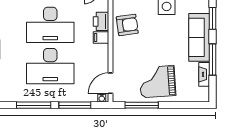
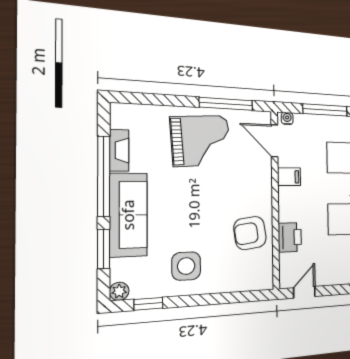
filing cabinet: (101, 38) -> (289, 177), moved
window: (212, 59) -> (104, 176), width x1.46
door: (111, 83) -> (274, 141), swing flipped

